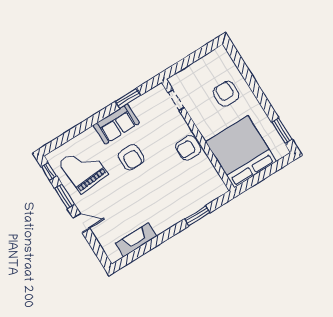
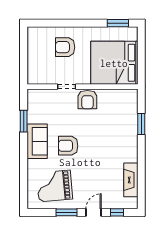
doorway: (176, 100) -> (67, 87), moved
armchair: (131, 157) -> (68, 146), turned 180
window: (49, 171) -> (117, 212), moved

